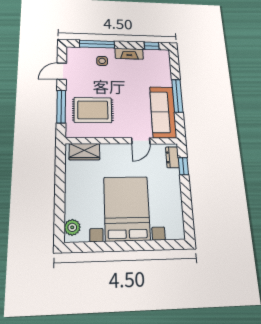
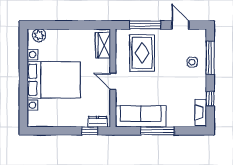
window: (152, 46) -> (210, 99), moved
fireplace: (129, 54) -> (201, 112), moved
door: (141, 141) -> (113, 81), moved

